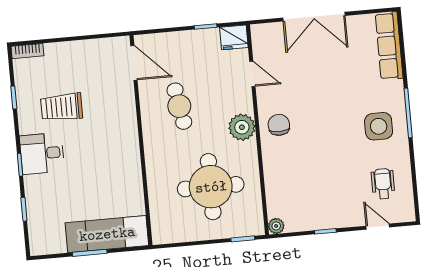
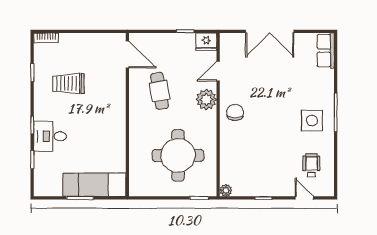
row of seats: (389, 46) -> (326, 51), width x0.68
door: (252, 74) -> (218, 71), swing flipped
plant: (242, 127) -> (206, 99), moved
desk: (42, 153) -> (50, 136), moved

